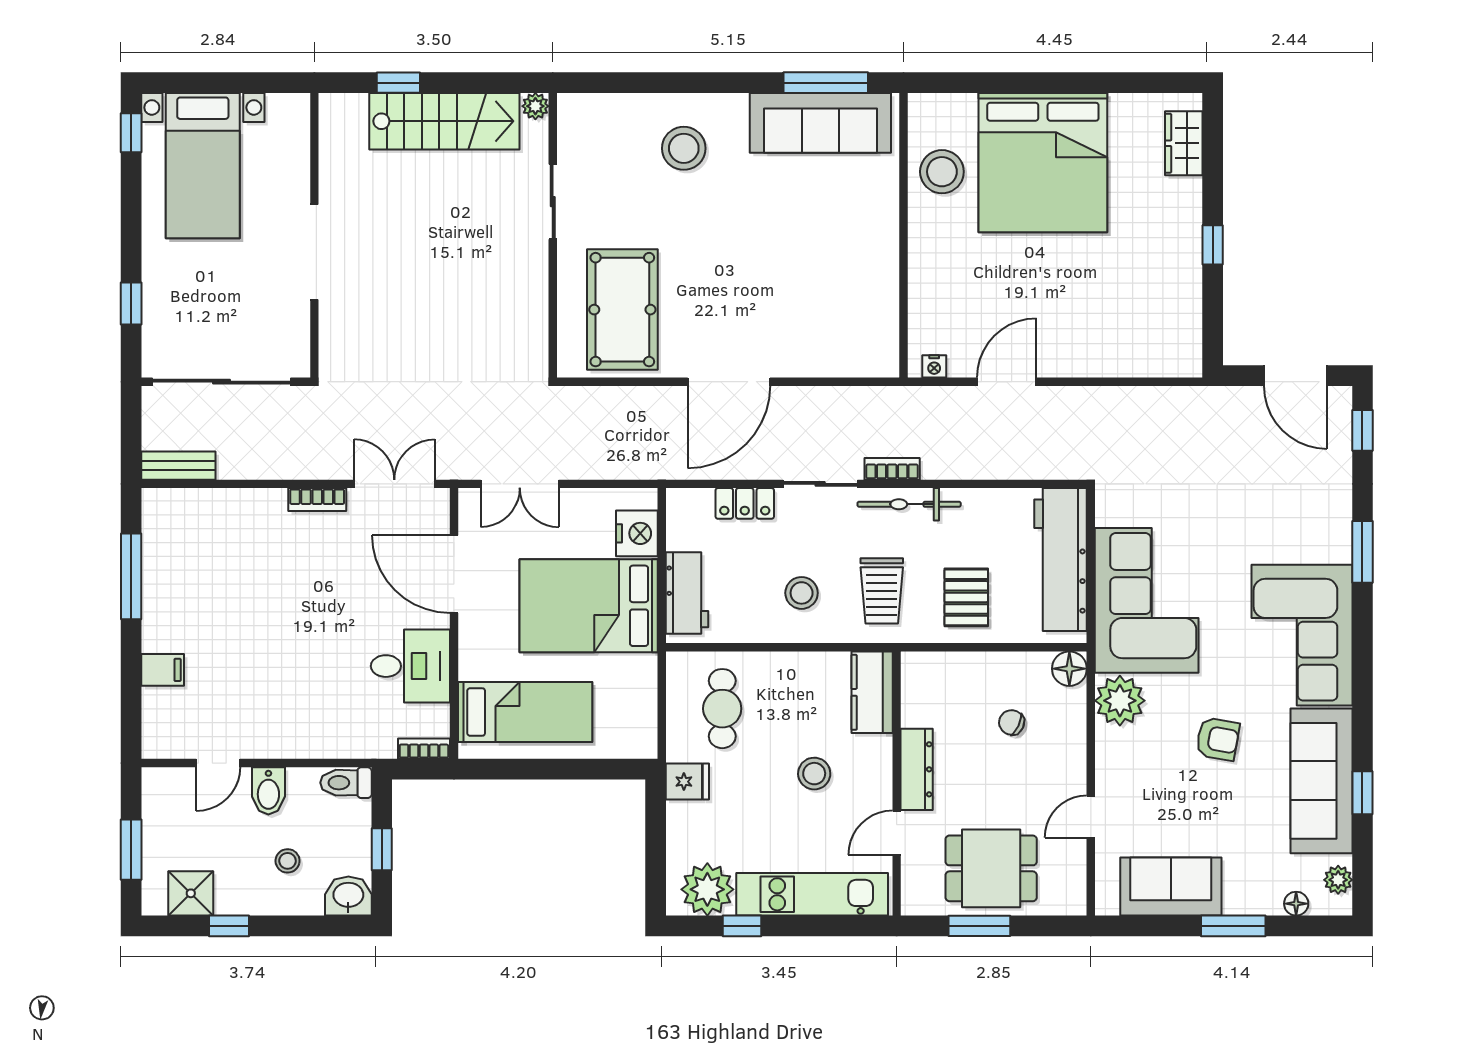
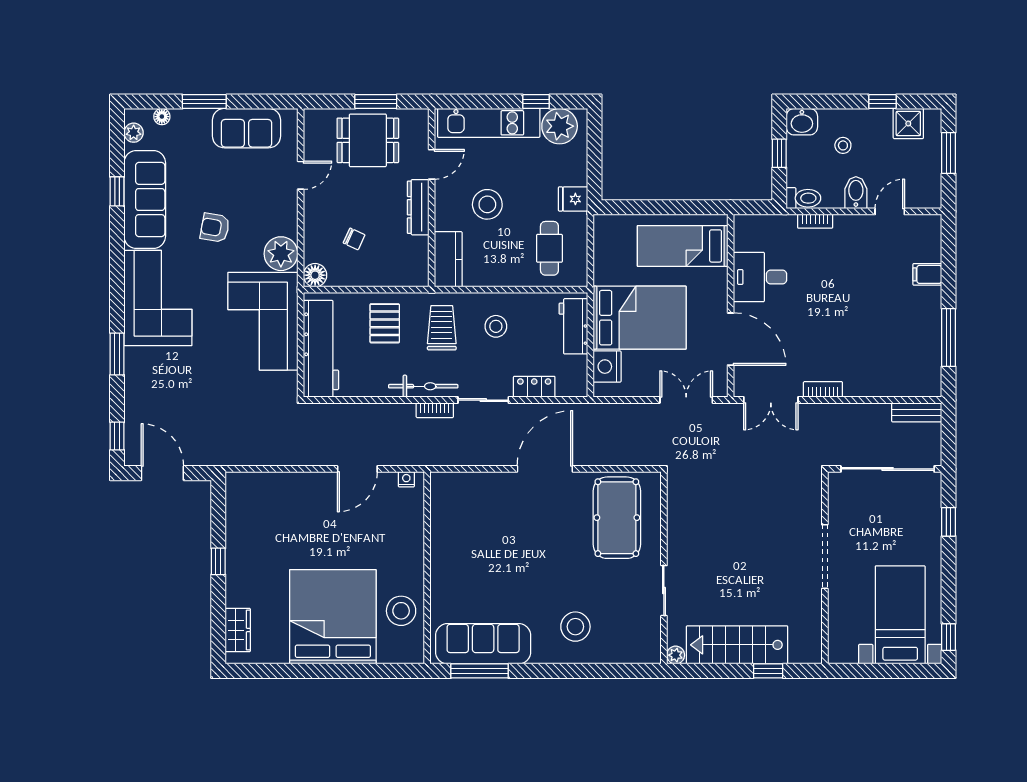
bookcase: (424, 749) -> (815, 221), moved
stool: (814, 774) -> (487, 204), width x1.38, depth x1.38

